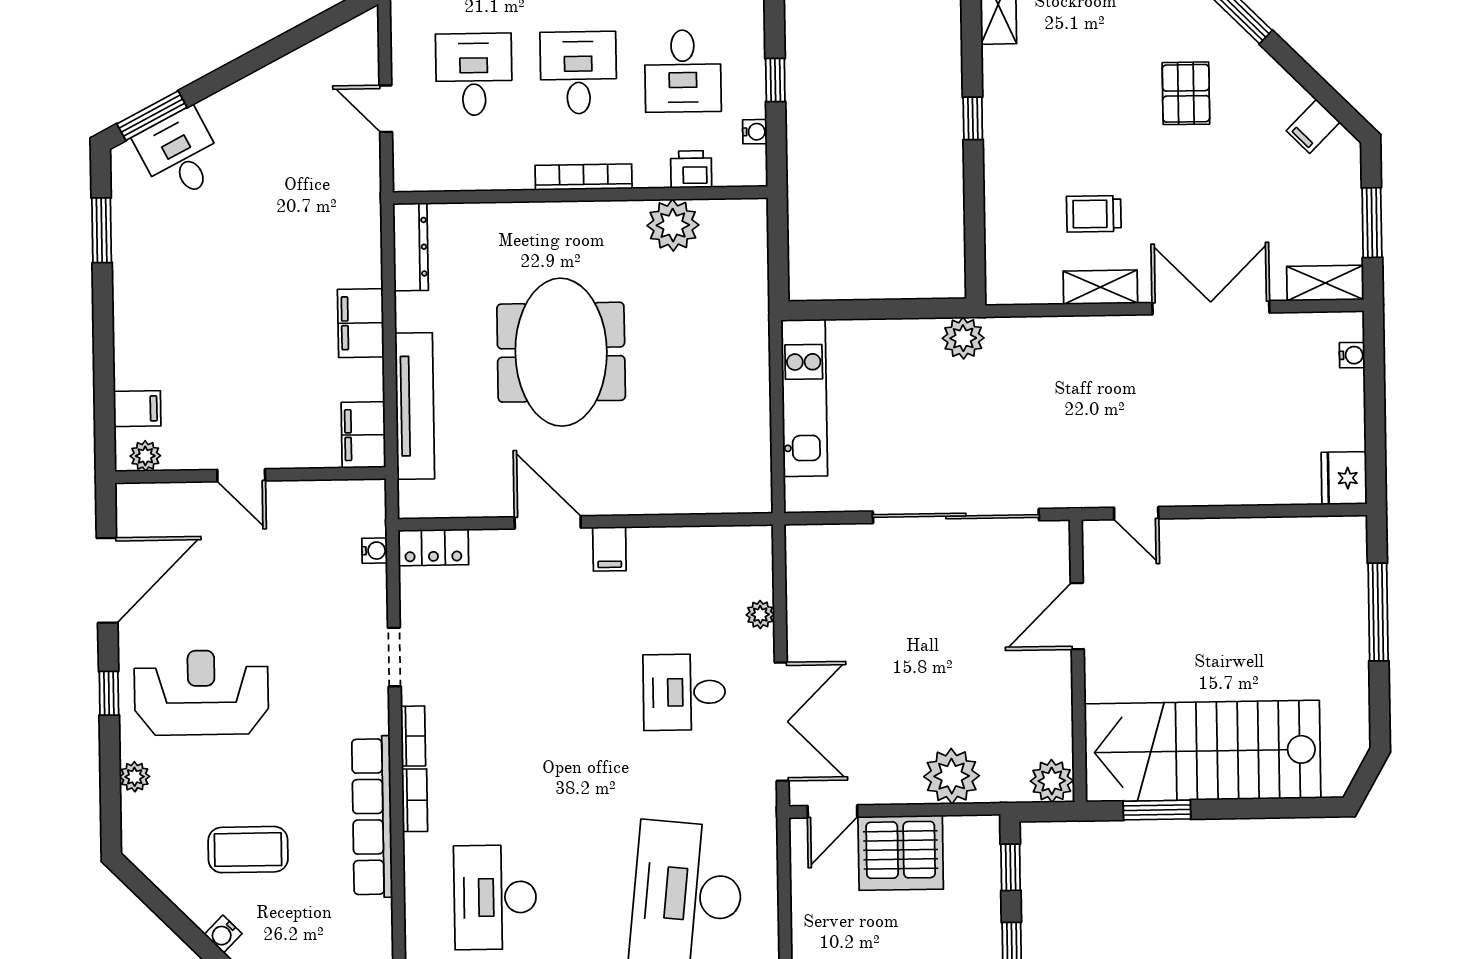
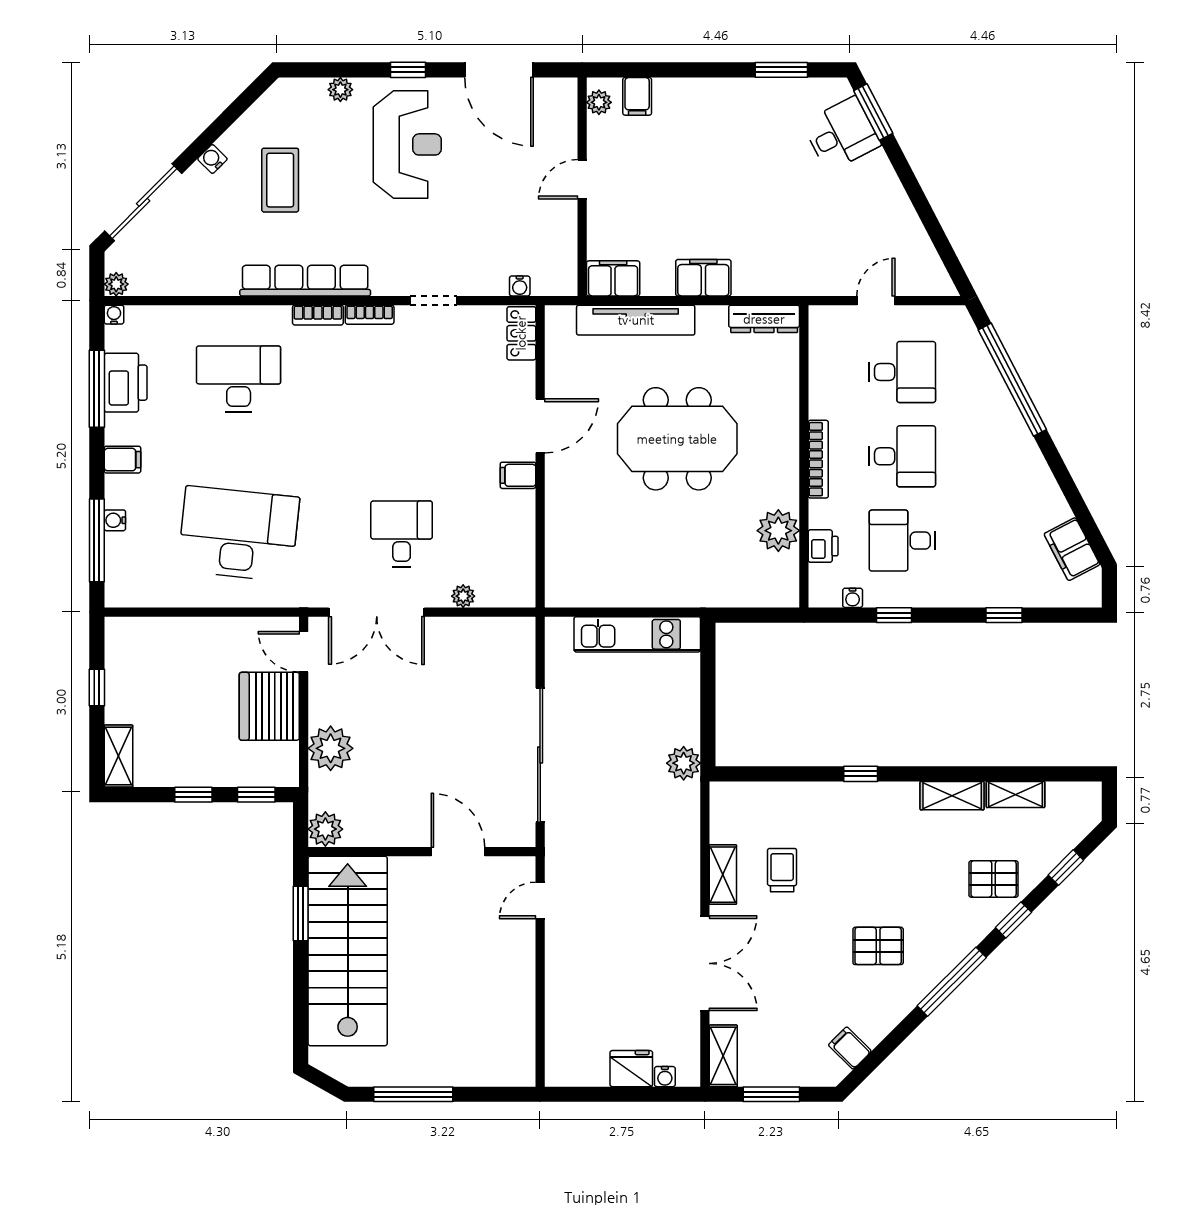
fridge: (1344, 478) -> (631, 1069), moved
window: (1378, 612) -> (413, 1094), moved

